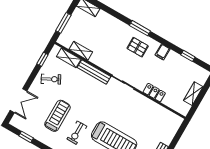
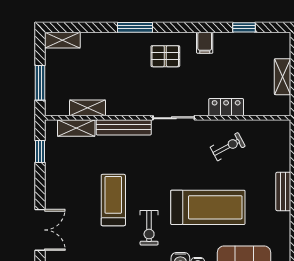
window: (140, 28) -> (135, 27), moved
exercise bike: (51, 79) -> (228, 147), moved
treadmill: (57, 116) -> (113, 200), moved

